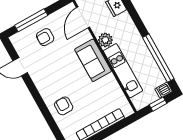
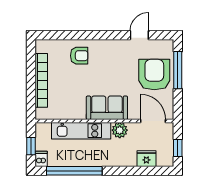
armchair: (45, 37) -> (154, 75), width x1.88, depth x1.88

